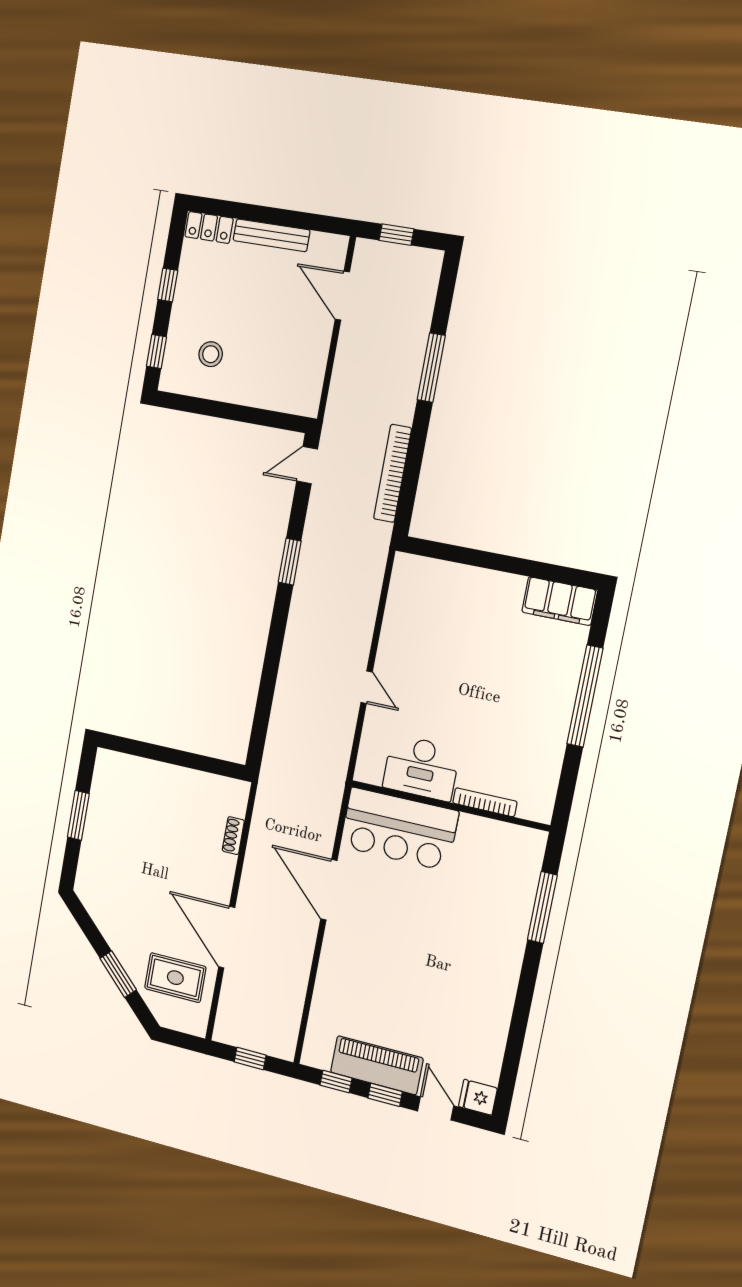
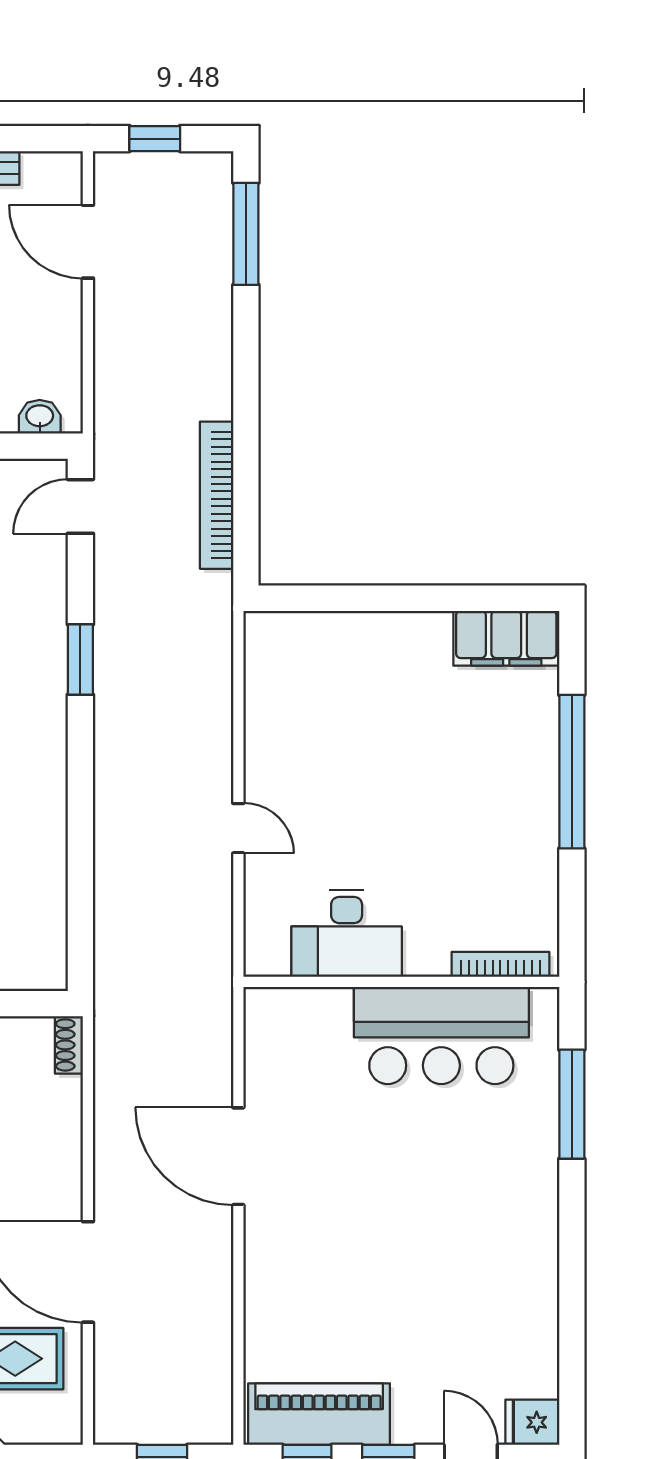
window: (431, 368) -> (246, 234), moved
washbasin: (292, 403) -> (40, 417), added
bookcase: (485, 802) -> (500, 964), moved
bar counter: (399, 829) -> (441, 1035), moved
shoe rack: (233, 836) -> (69, 1045), moved
piano: (377, 1065) -> (319, 1414), moved

